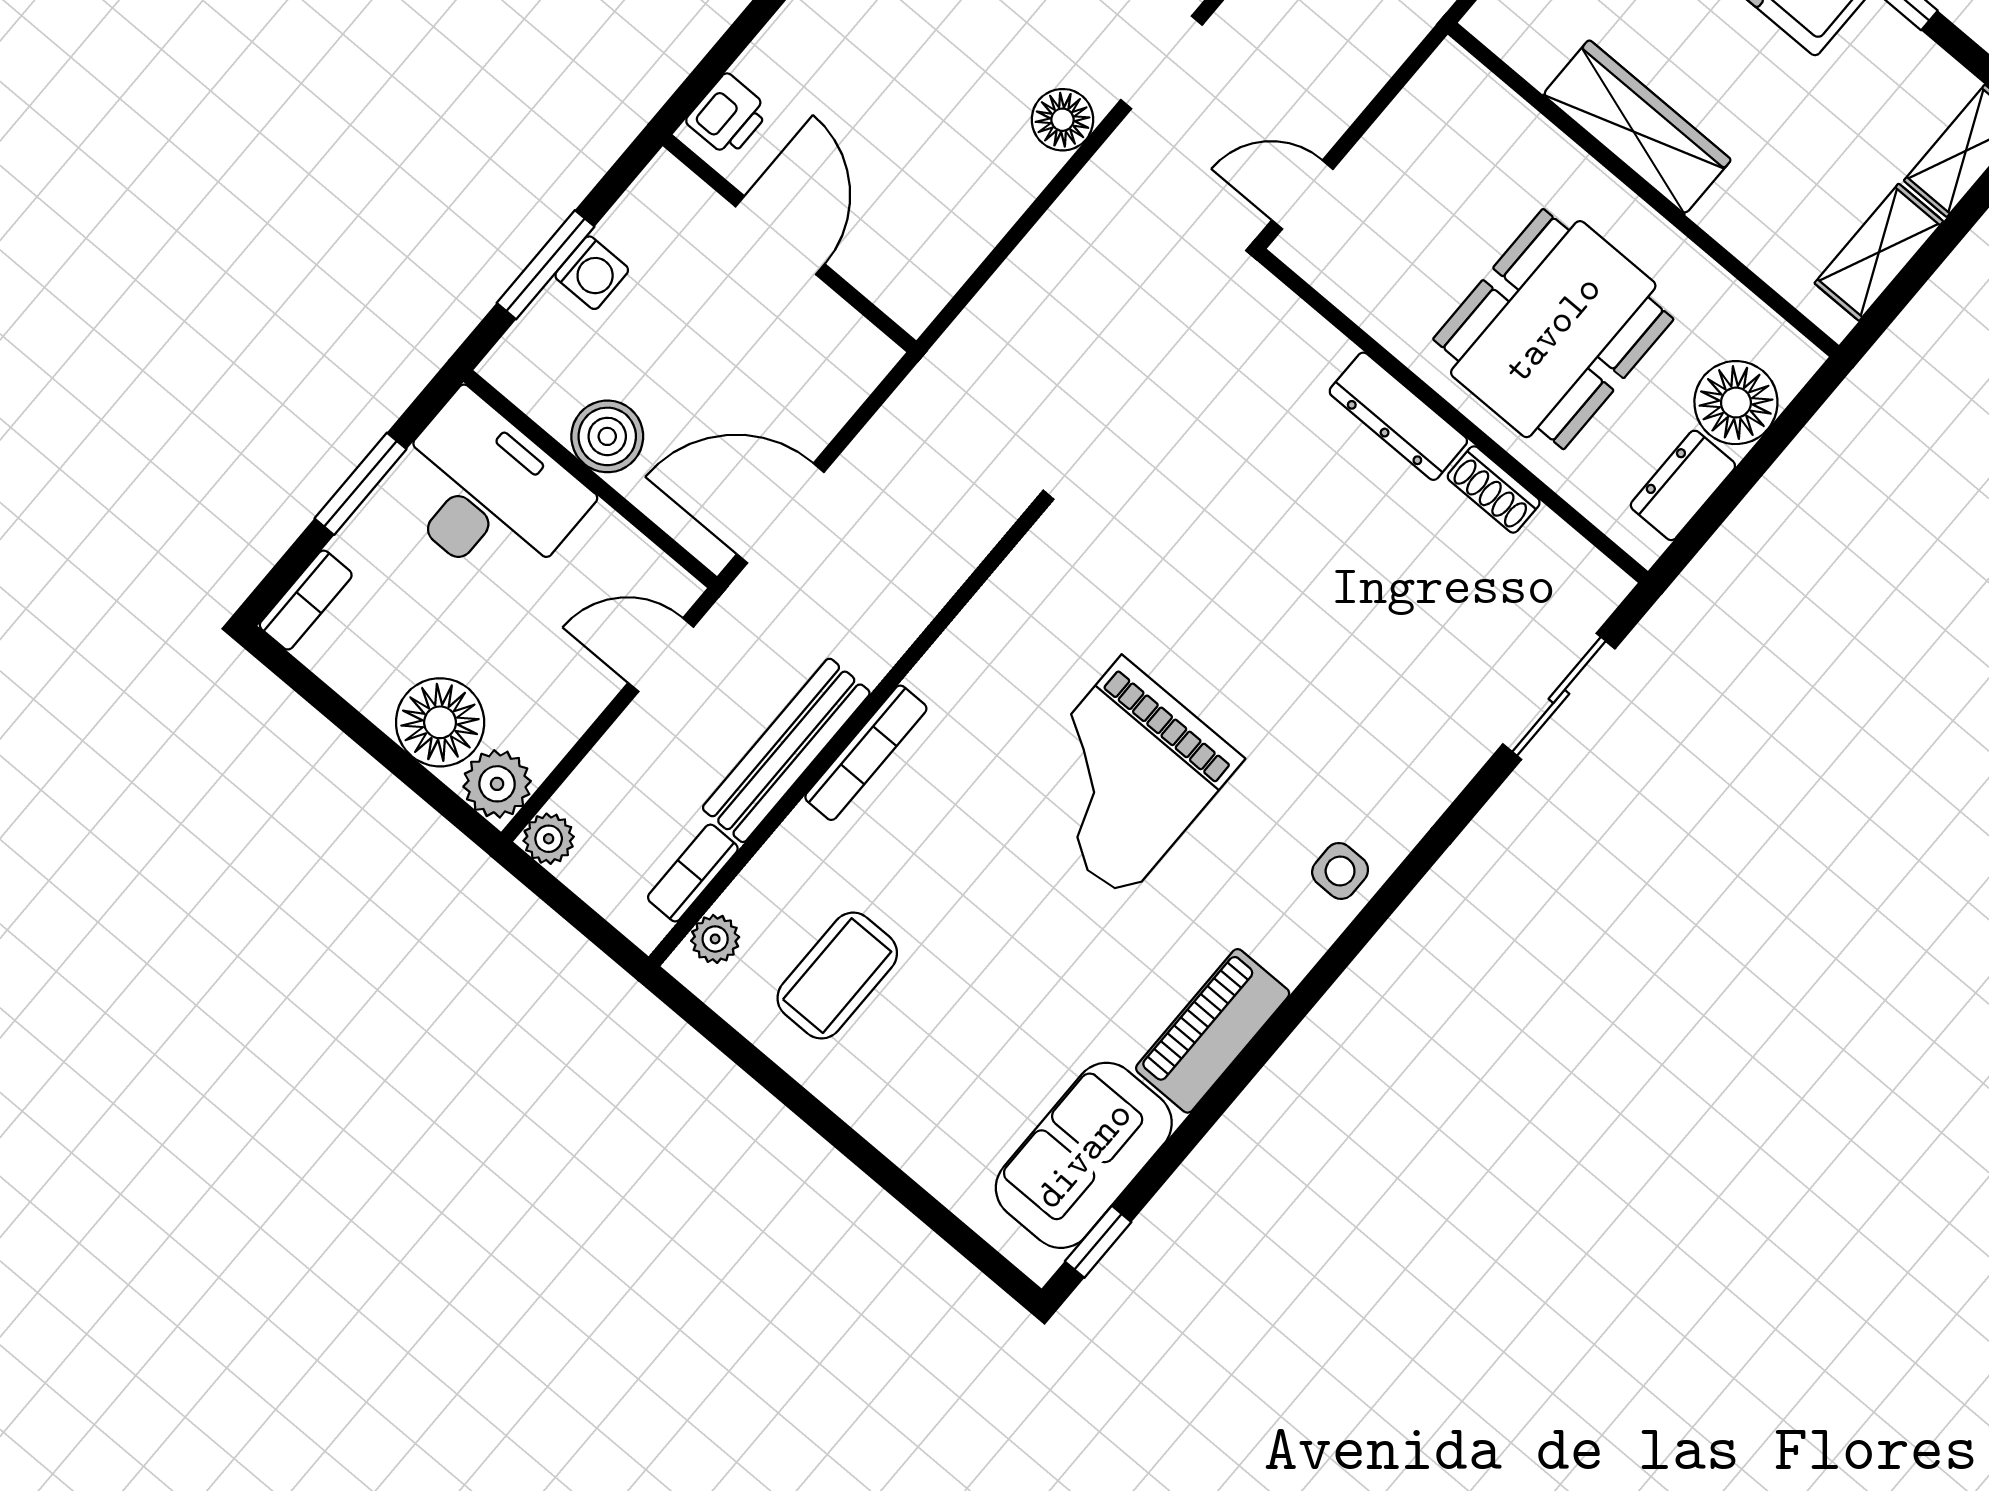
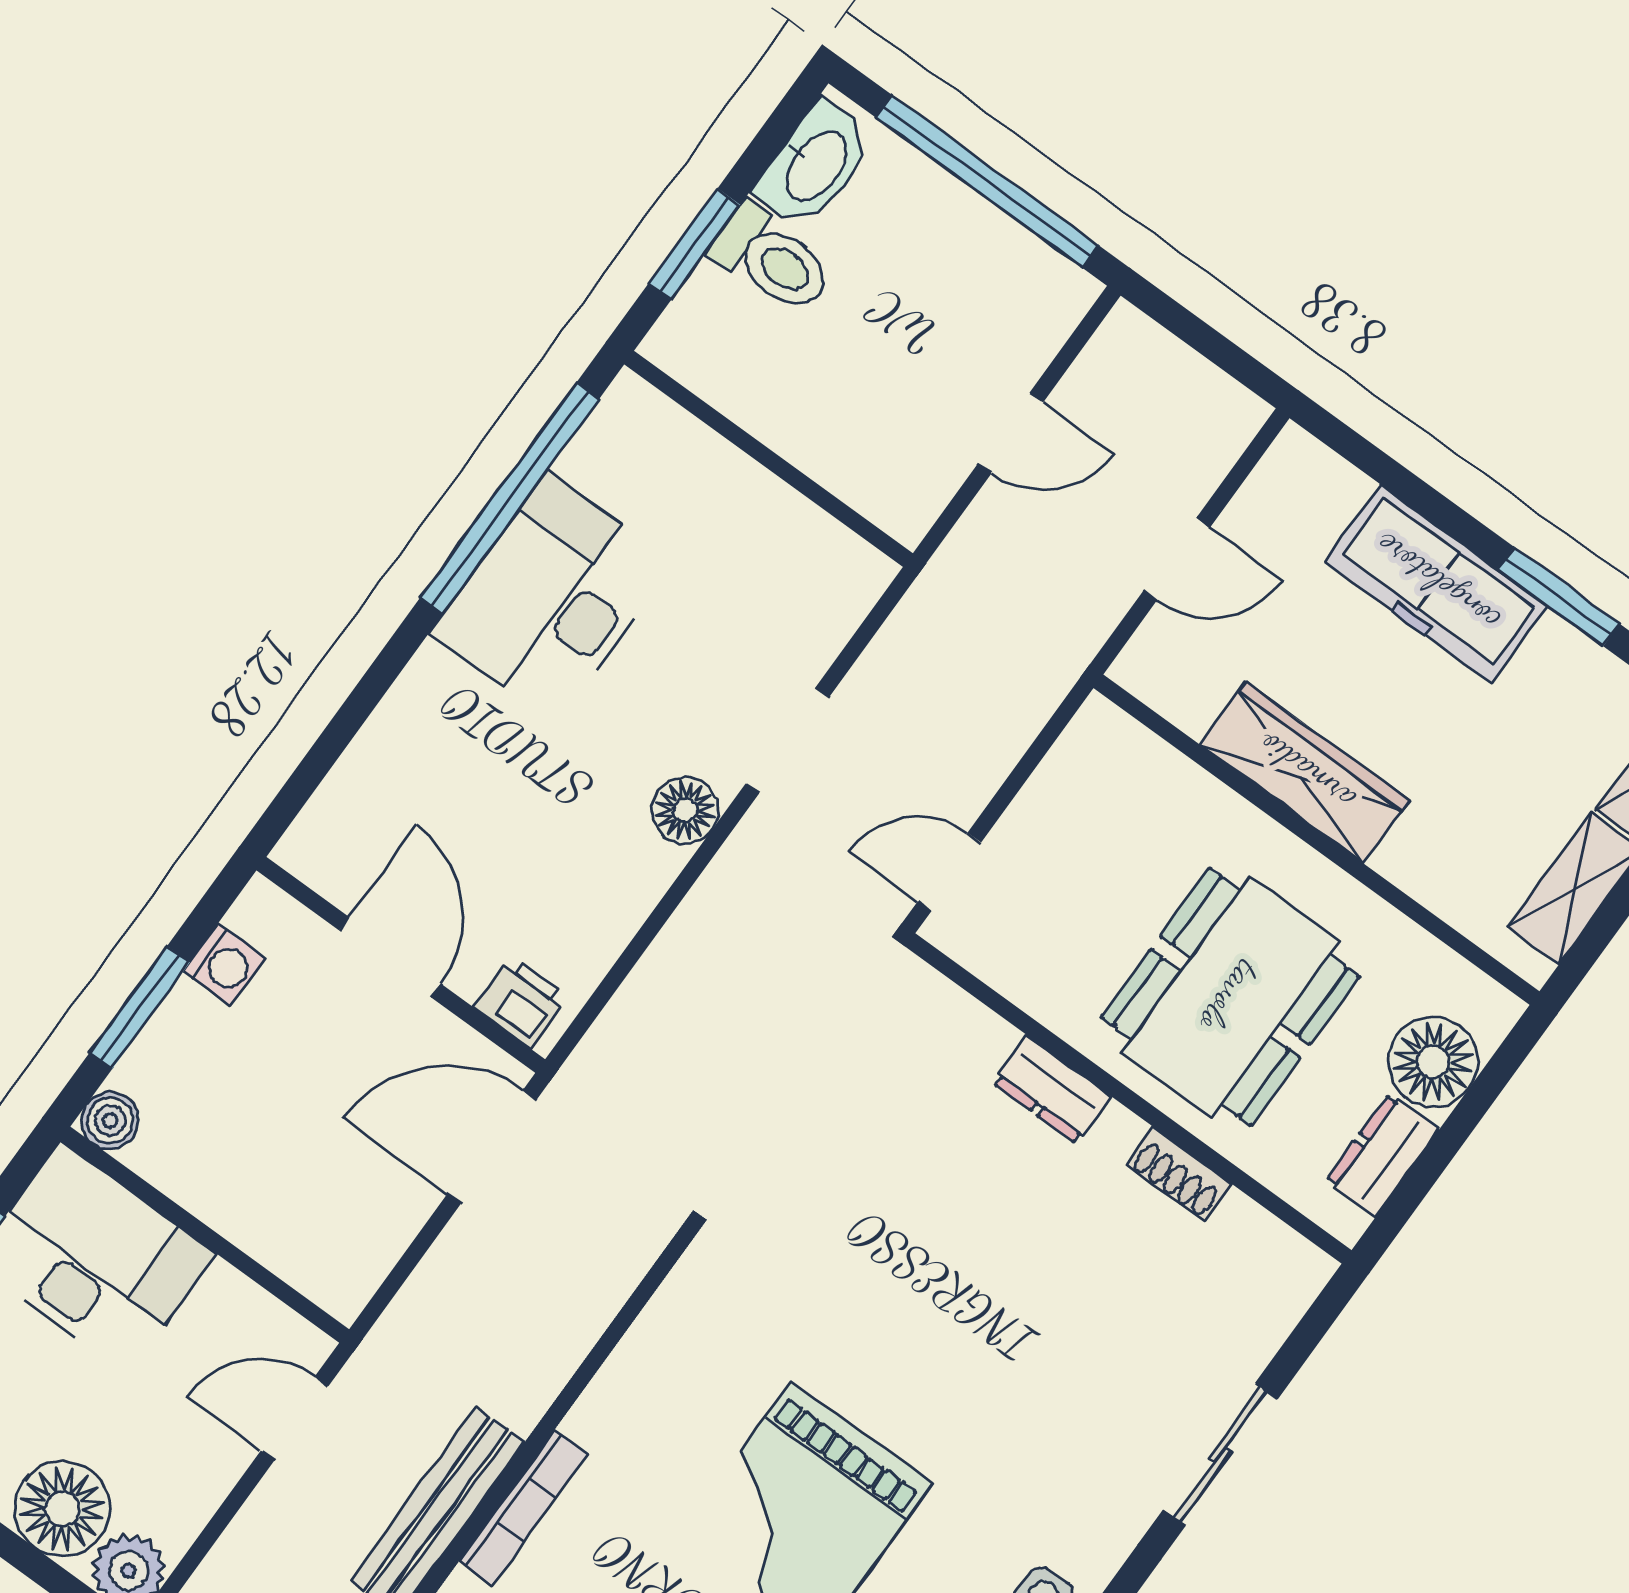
printer: (728, 115) -> (521, 1002), moved, turned -90
washing machine: (592, 273) -> (224, 965), moved
dresser: (1398, 416) -> (1052, 1090), width x0.70
boiler: (607, 436) -> (110, 1120), moved, width x0.73, depth x0.73
door: (780, 513) -> (492, 1147), moved
sliding door: (1559, 696) -> (1220, 1455), moved

